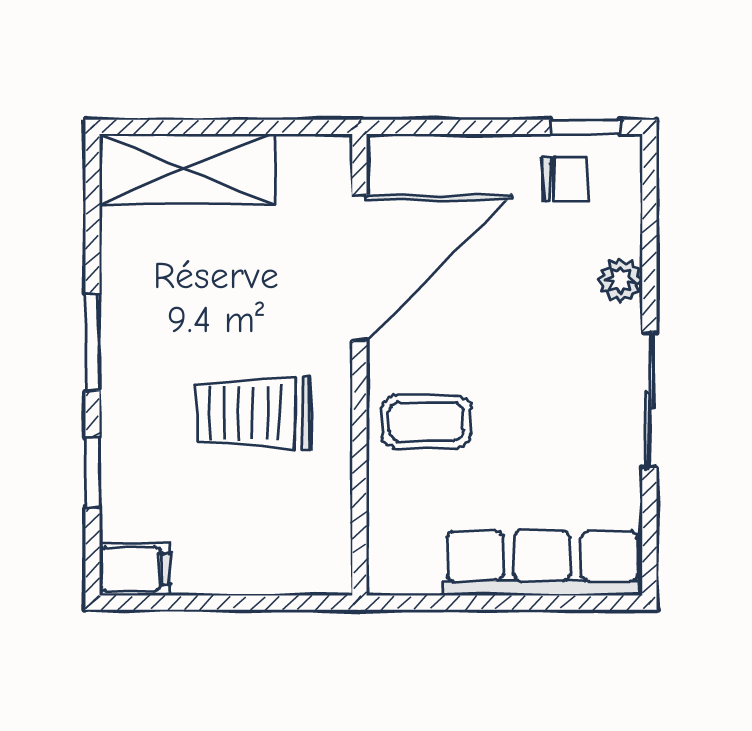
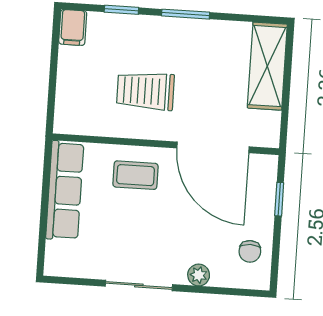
window: (586, 127) -> (279, 199), moved
trolley: (254, 413) -> (145, 91), turned -90
coffee table: (426, 422) -> (136, 175), turned 90
row of seats: (542, 563) -> (65, 190), moved

